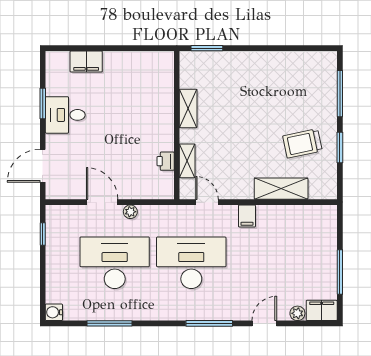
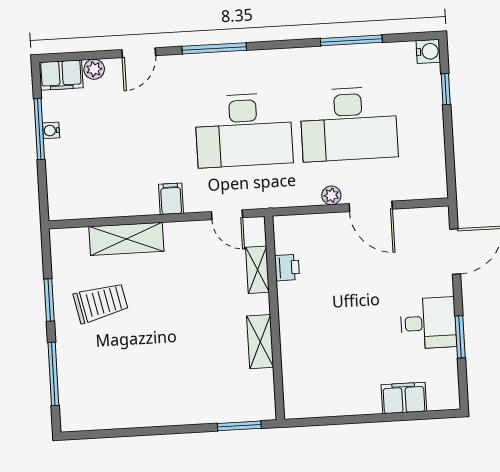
window: (43, 234) -> (446, 89), moved
water cooler: (331, 271) -> (51, 130), added

